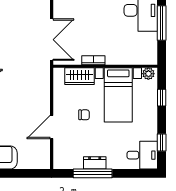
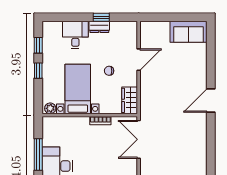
wardrobe: (79, 76) -> (130, 100), moved, turned -90
window: (162, 98) -> (38, 71), moved
desk: (142, 155) -> (75, 35), moved, turned 90
window: (93, 173) -> (101, 17), width x0.46

